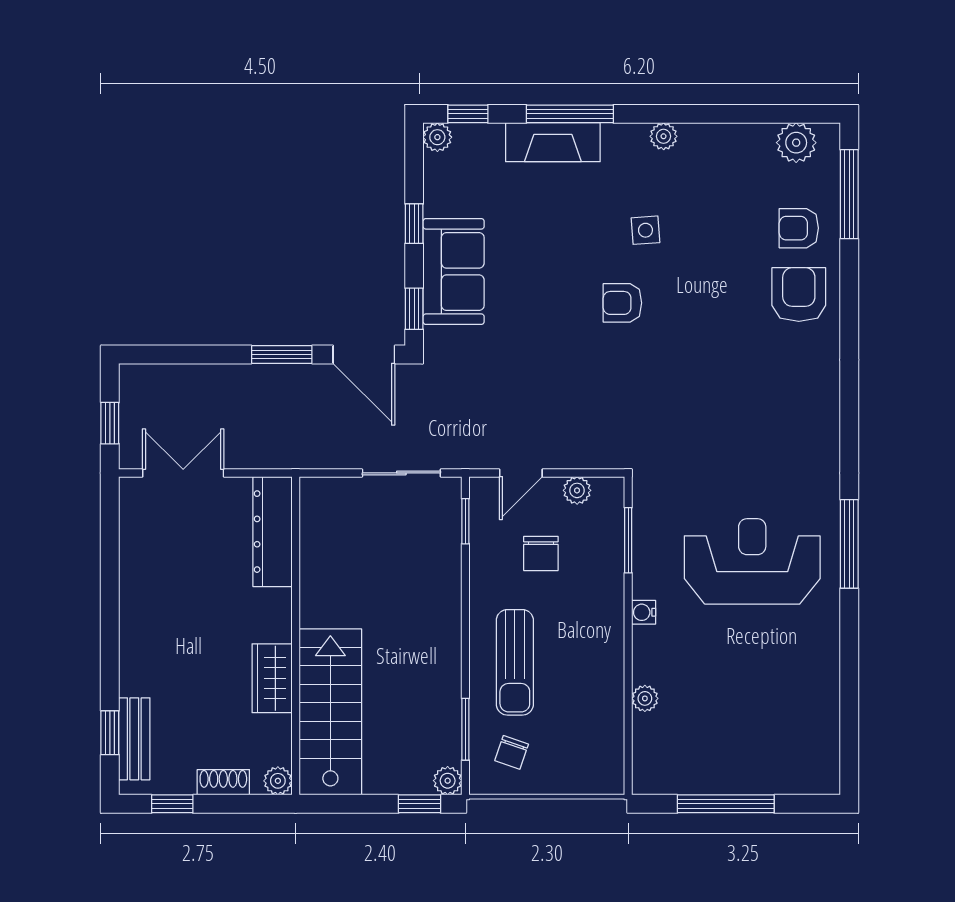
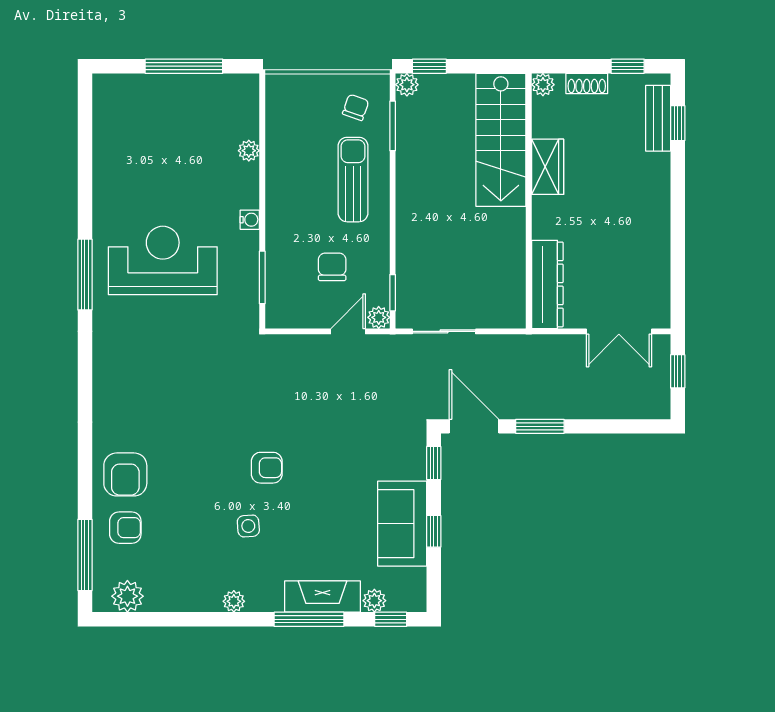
plant: (437, 137) -> (374, 601), moved
sofa: (454, 272) -> (402, 524), moved
plant: (577, 490) -> (379, 317), moved
reception desk: (752, 561) -> (163, 260), turned 180

